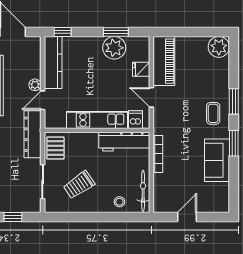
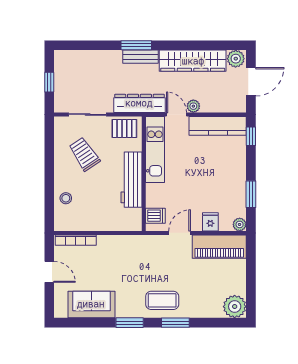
plant: (114, 48) -> (240, 224), moved, width x0.53, depth x0.53
coffee table: (213, 113) -> (162, 300), width x1.36, depth x1.30
kitchen unit: (97, 120) -> (155, 150), moved
workbench: (124, 142) -> (131, 180), moved
bookcase: (158, 154) -> (76, 240), moved
sofa: (217, 160) -> (91, 304), moved
bicycle: (143, 191) -> (78, 224), removed

